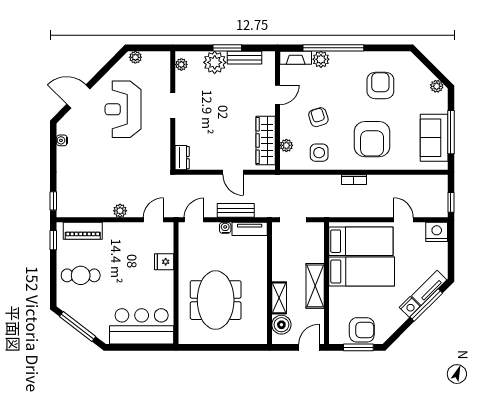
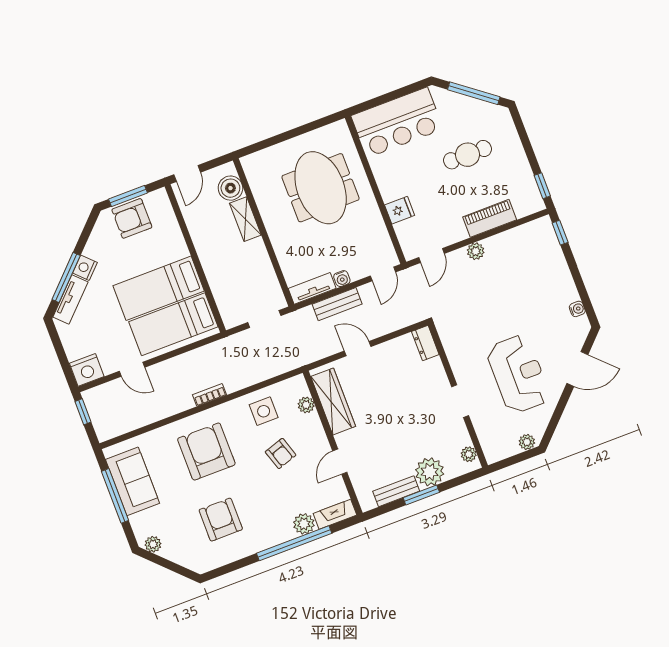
armchair: (380, 86) -> (221, 520), turned 180
piano: (83, 231) -> (490, 218), moved
cafe table: (81, 275) -> (468, 155), moved
shelving: (315, 286) -> (208, 250), removed

